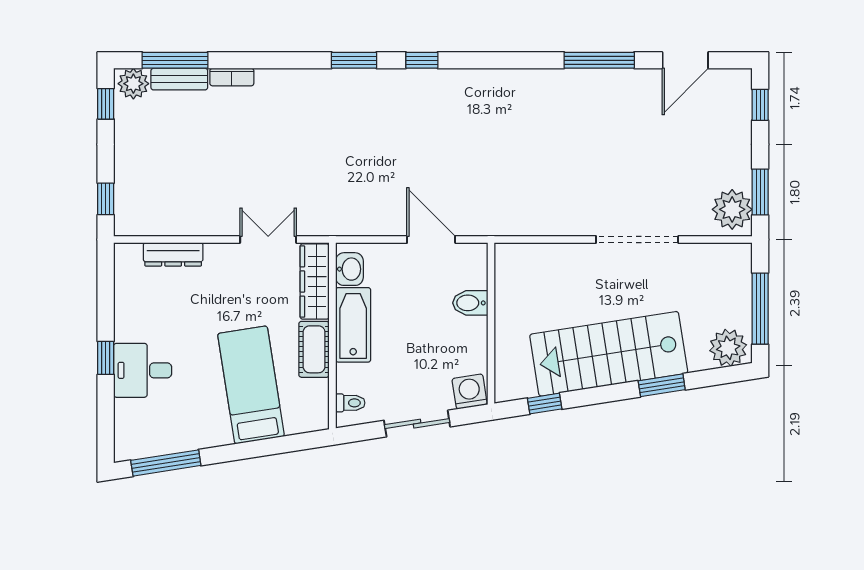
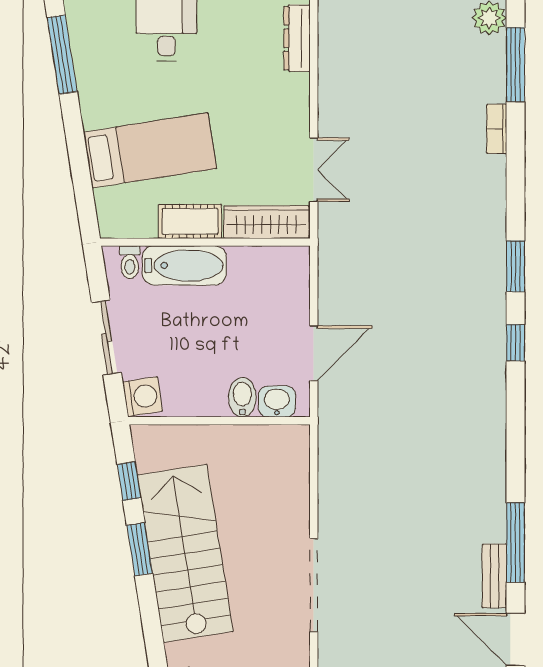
bench: (179, 79) -> (494, 576), moved
dresser: (173, 254) -> (297, 38), moved
washbasin: (349, 269) -> (277, 402), moved, turned 180
bathtub: (353, 325) -> (184, 265), moved
window: (662, 385) -> (140, 549), moved

